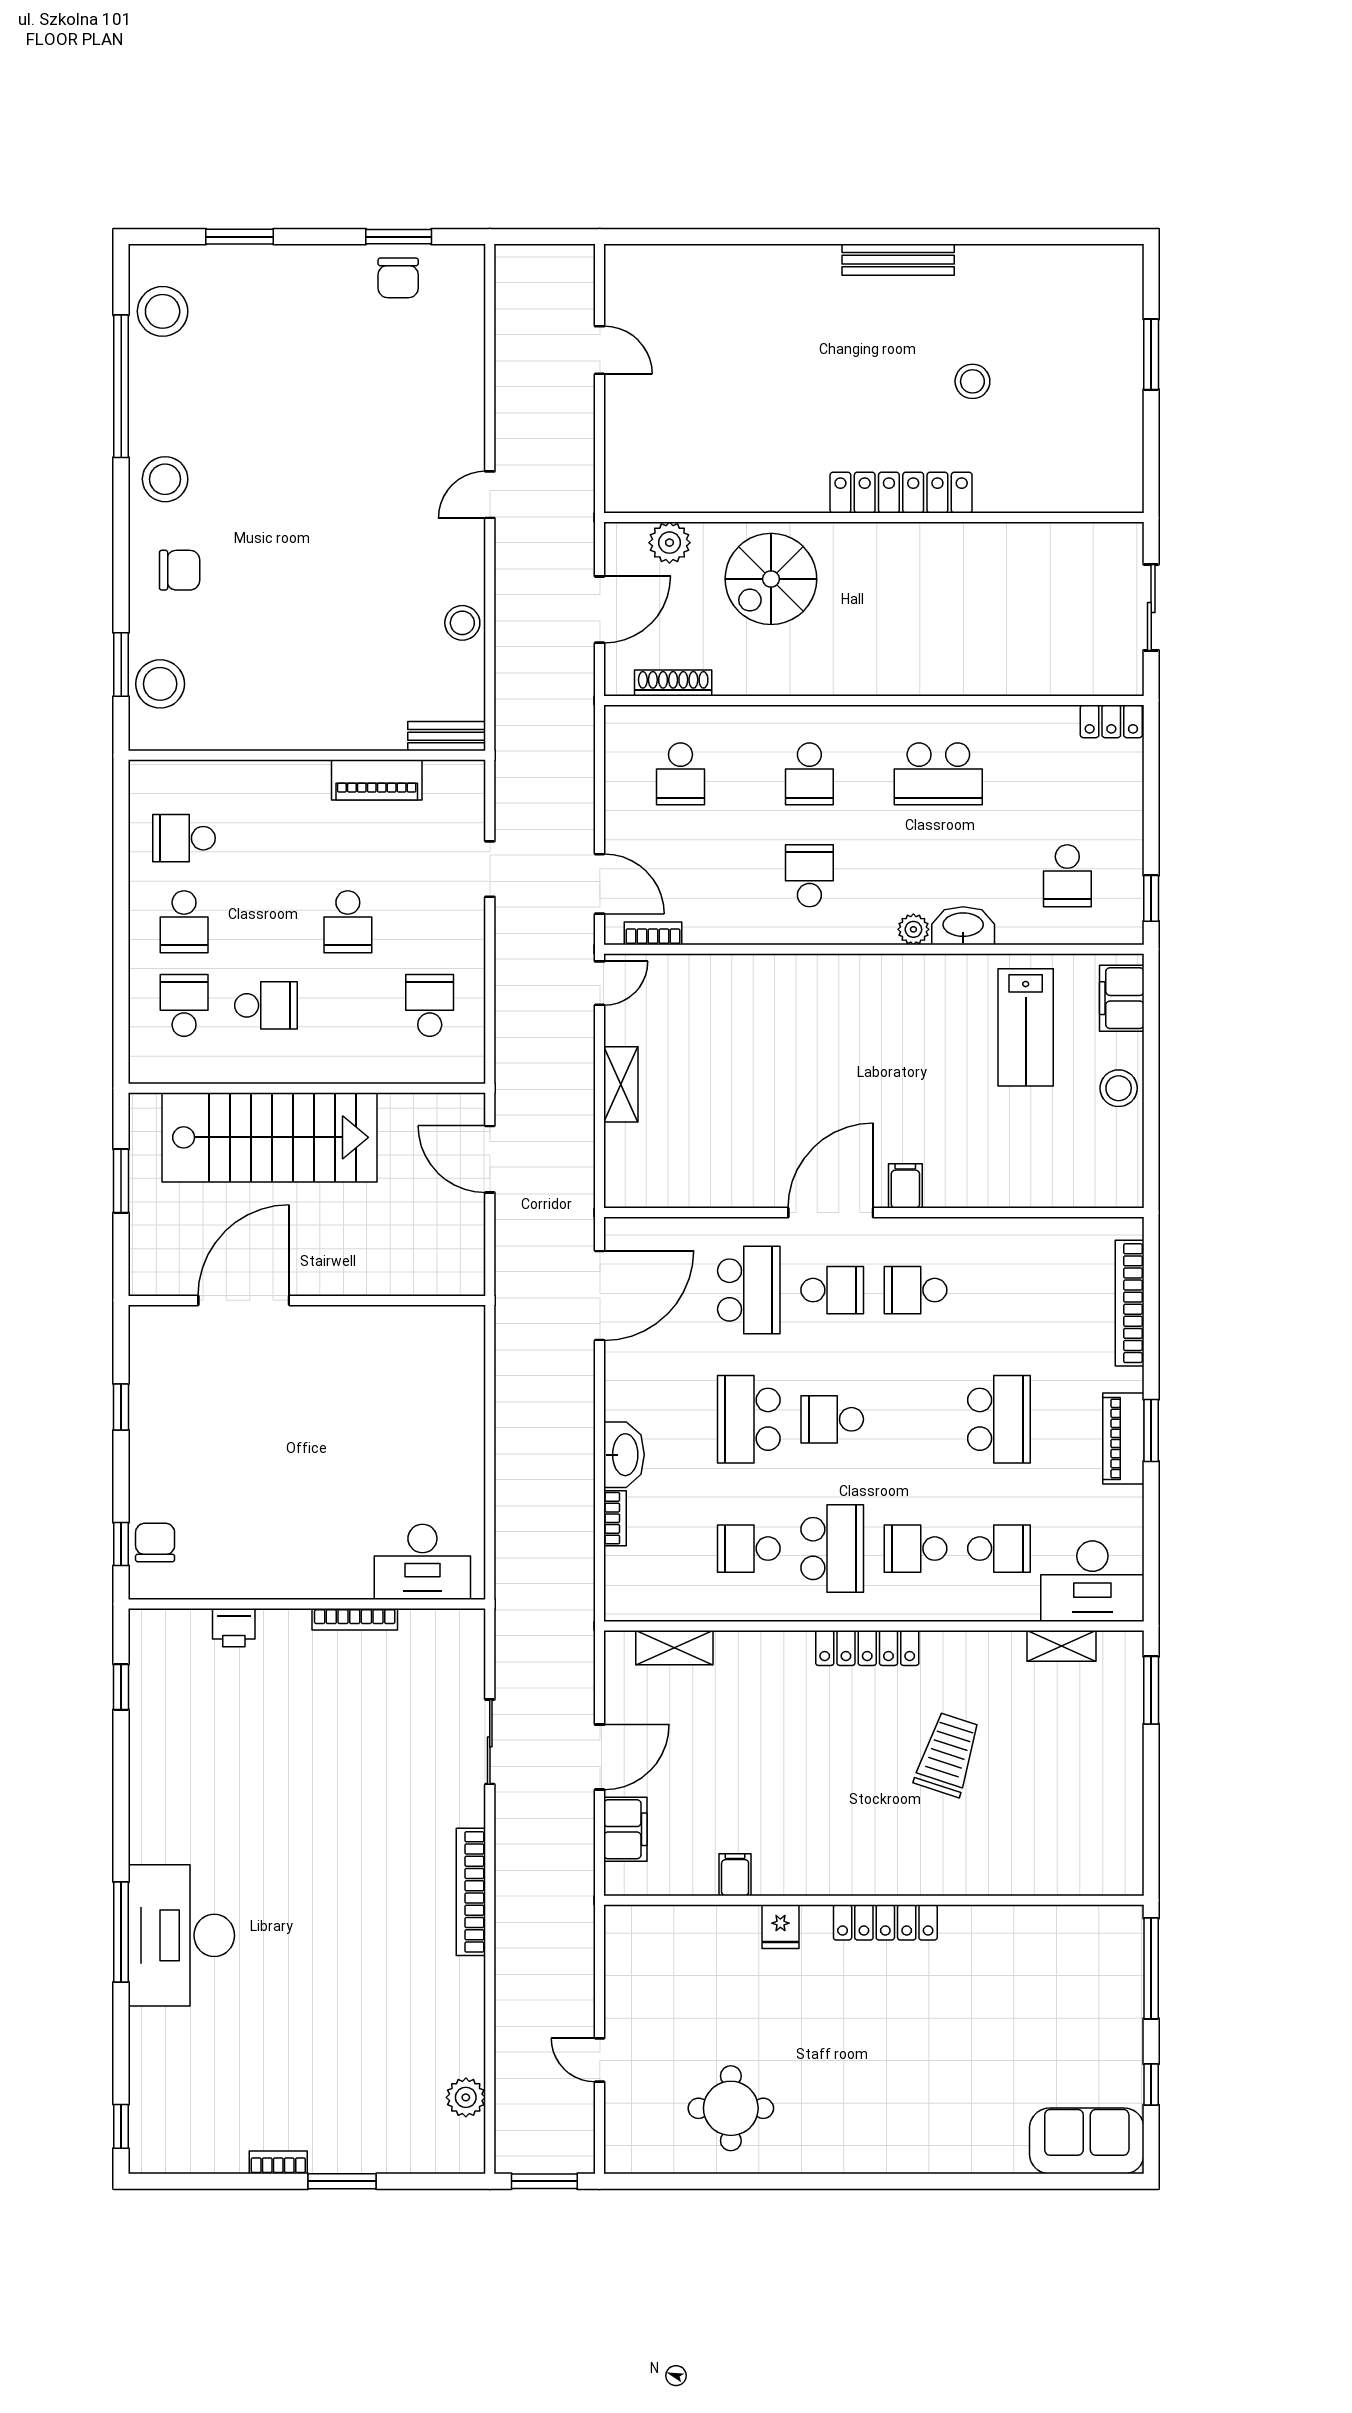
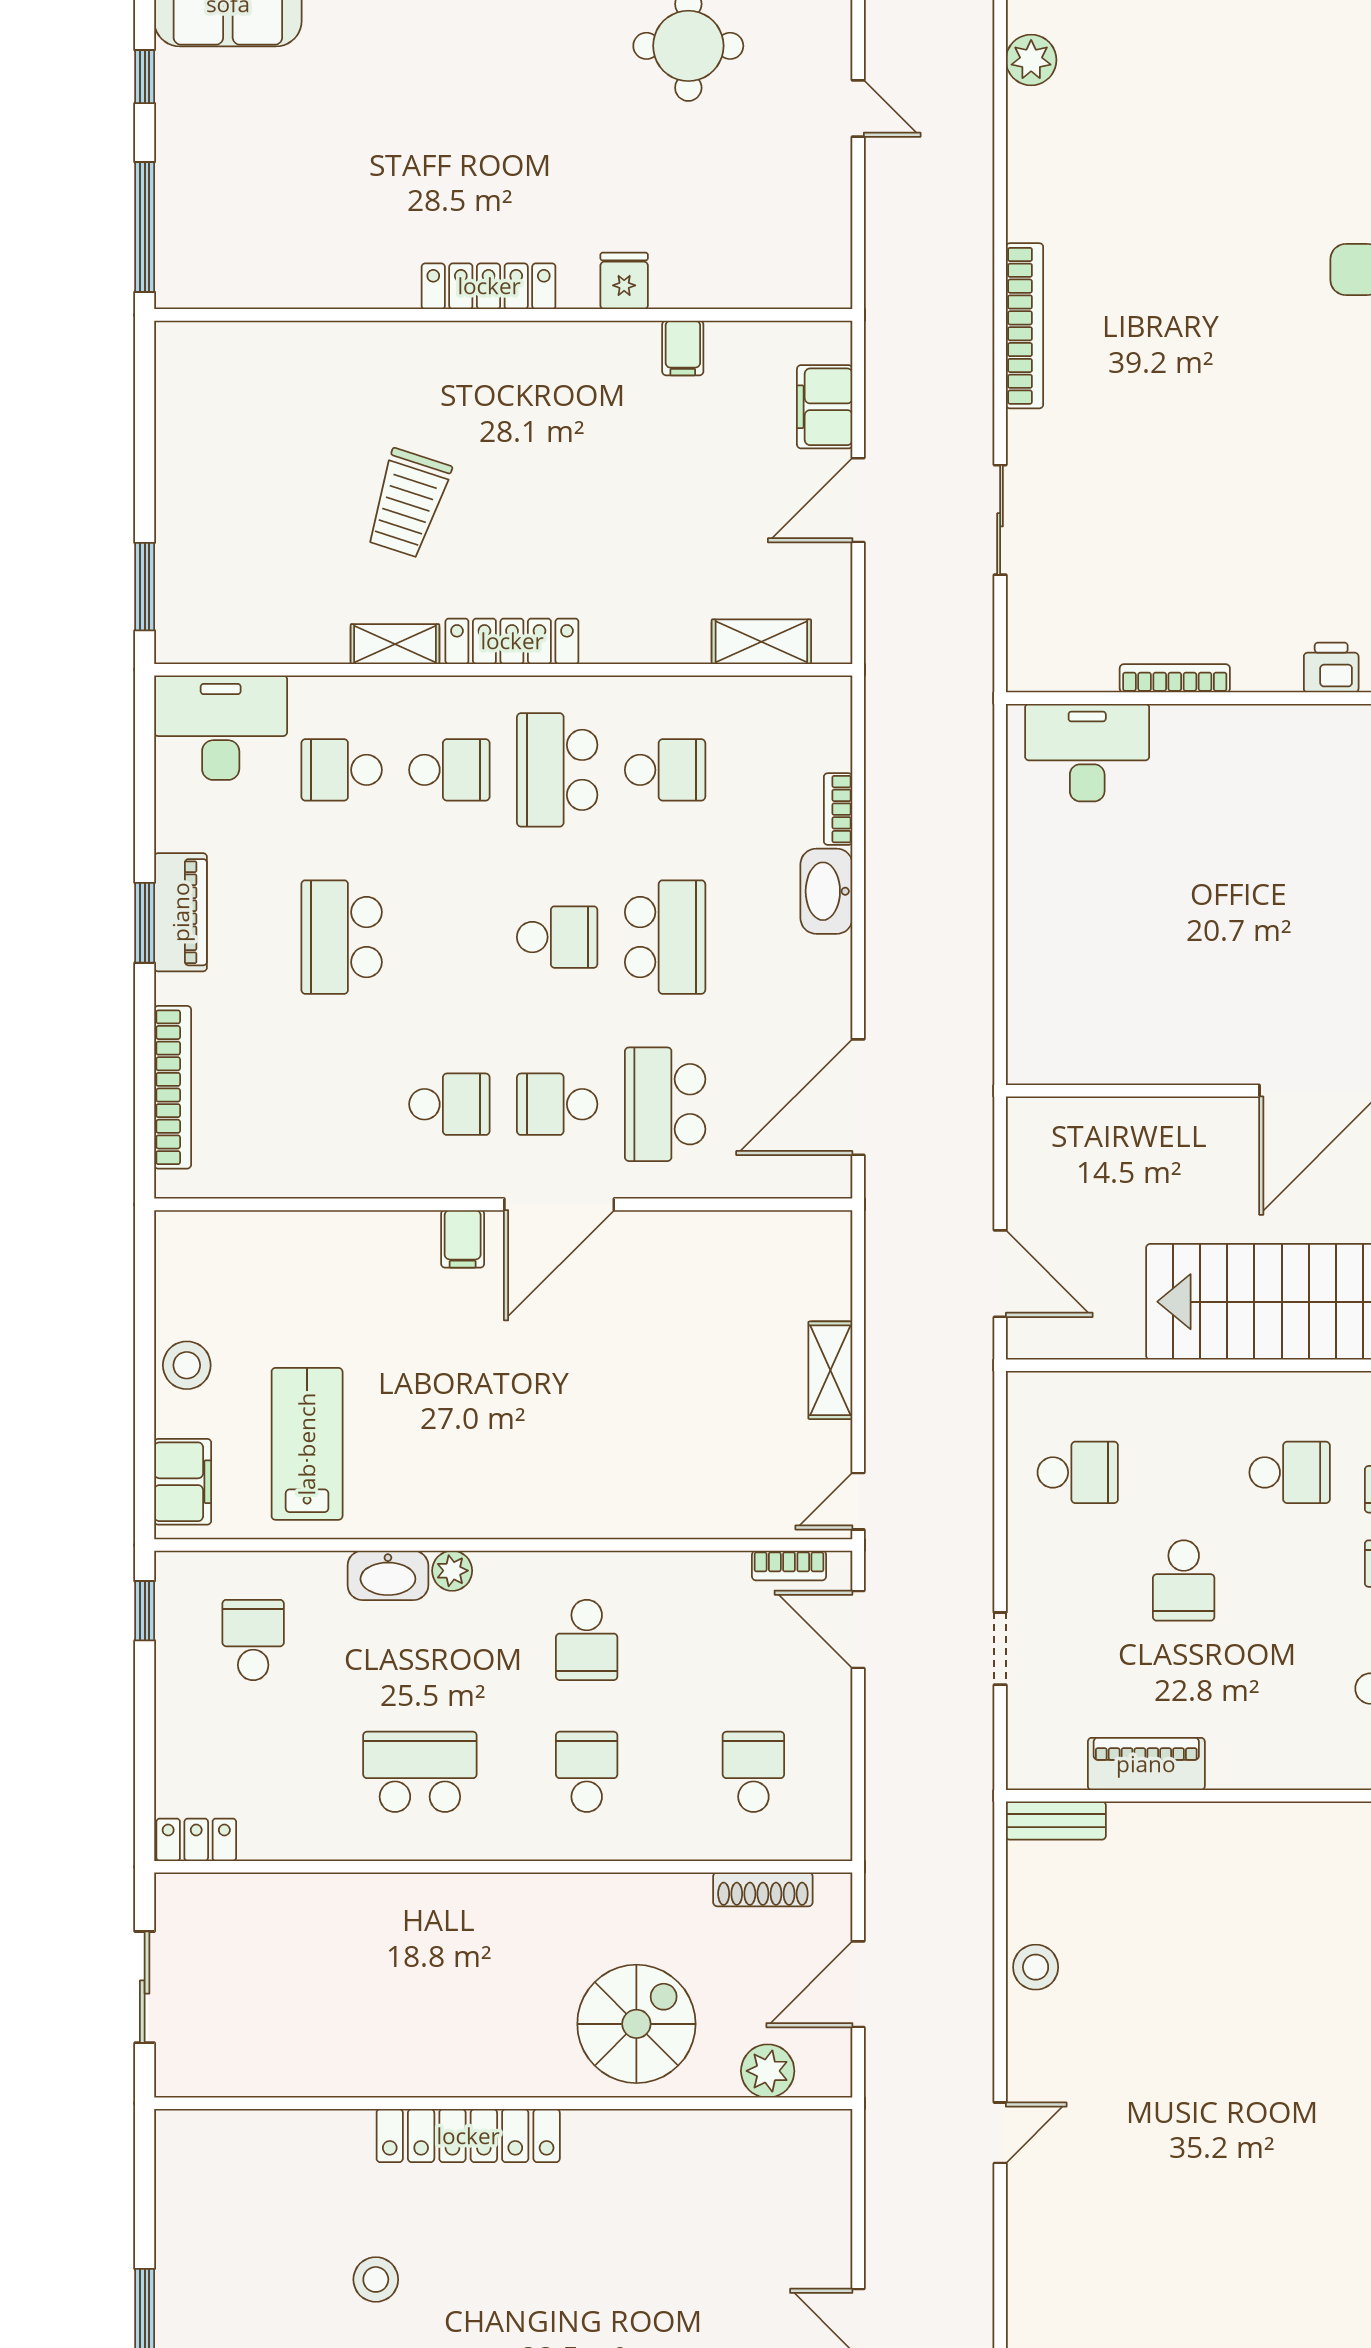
school desk: (348, 922) -> (1184, 1581), turned 180
school desk: (266, 1005) -> (1290, 1472), turned 180
school desk: (430, 1005) -> (1078, 1472), turned -90
shelving: (1062, 1646) -> (395, 644), moved

